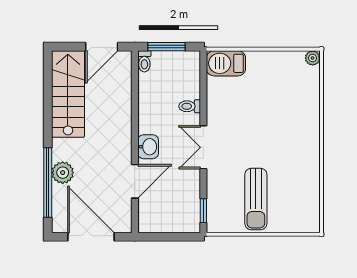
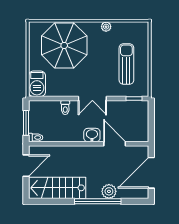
door: (102, 47) -> (26, 166), hinge flipped
plant: (313, 58) -> (106, 27), moved
parasol: (284, 105) -> (64, 45), added
window: (48, 183) -> (98, 201), moved
sun lounger: (256, 199) -> (126, 64), turned -90

